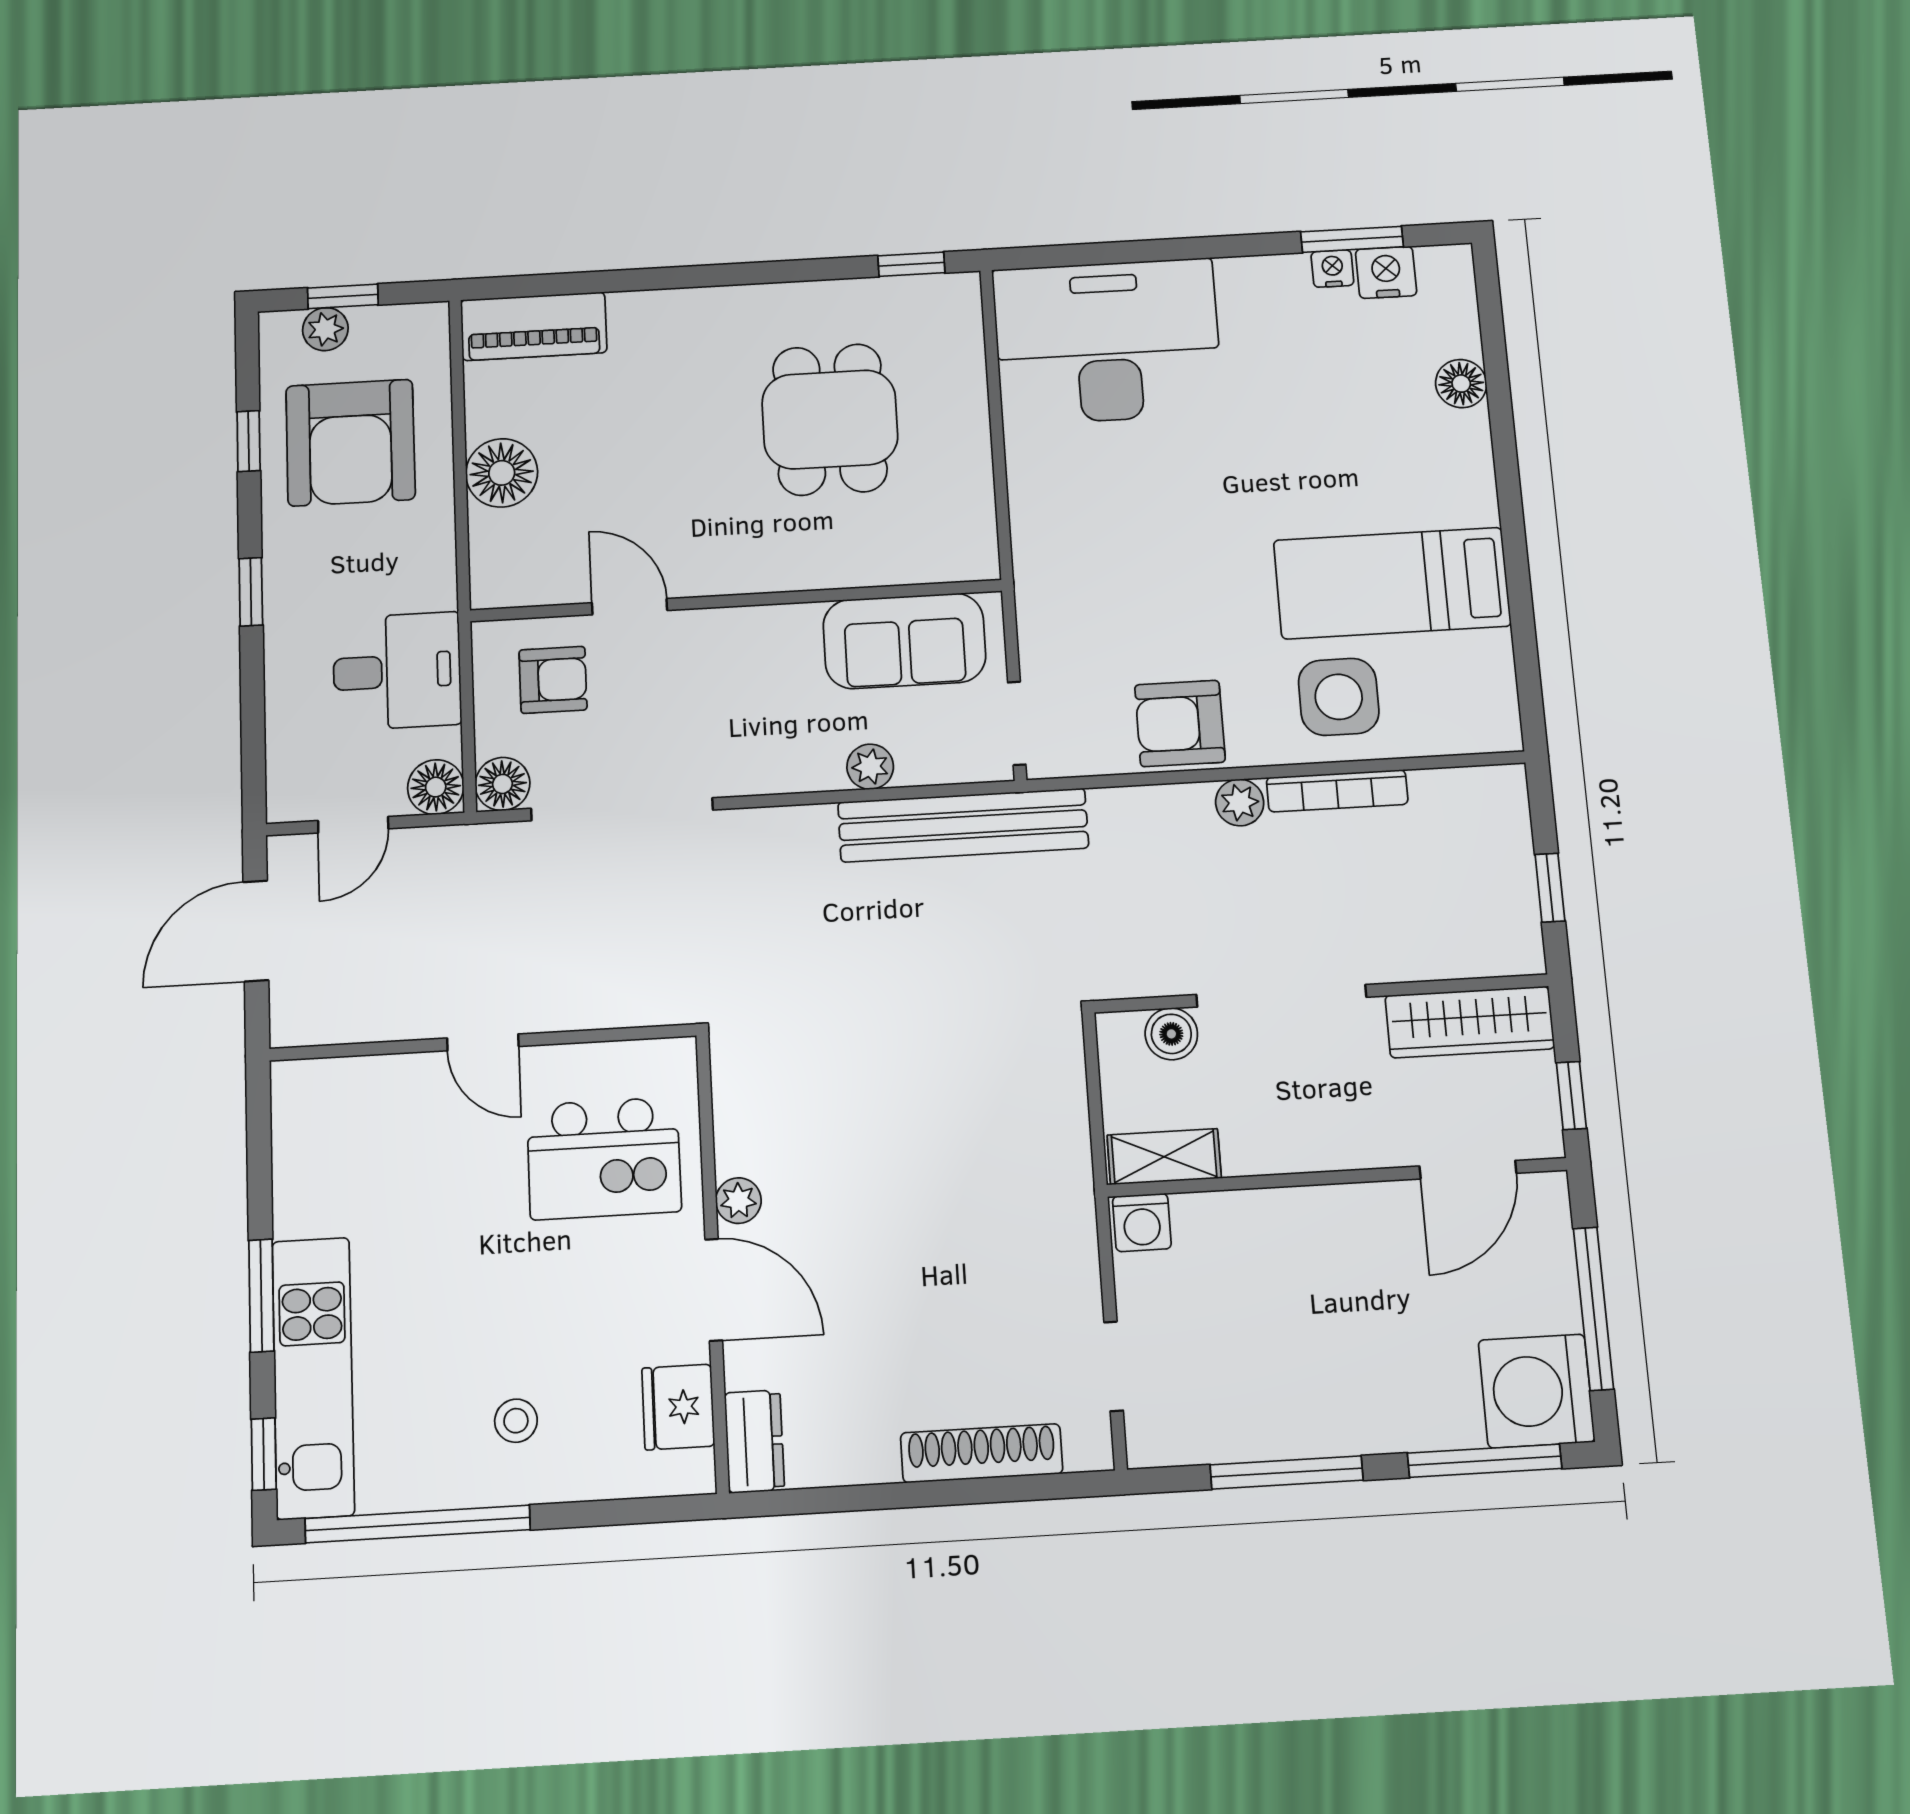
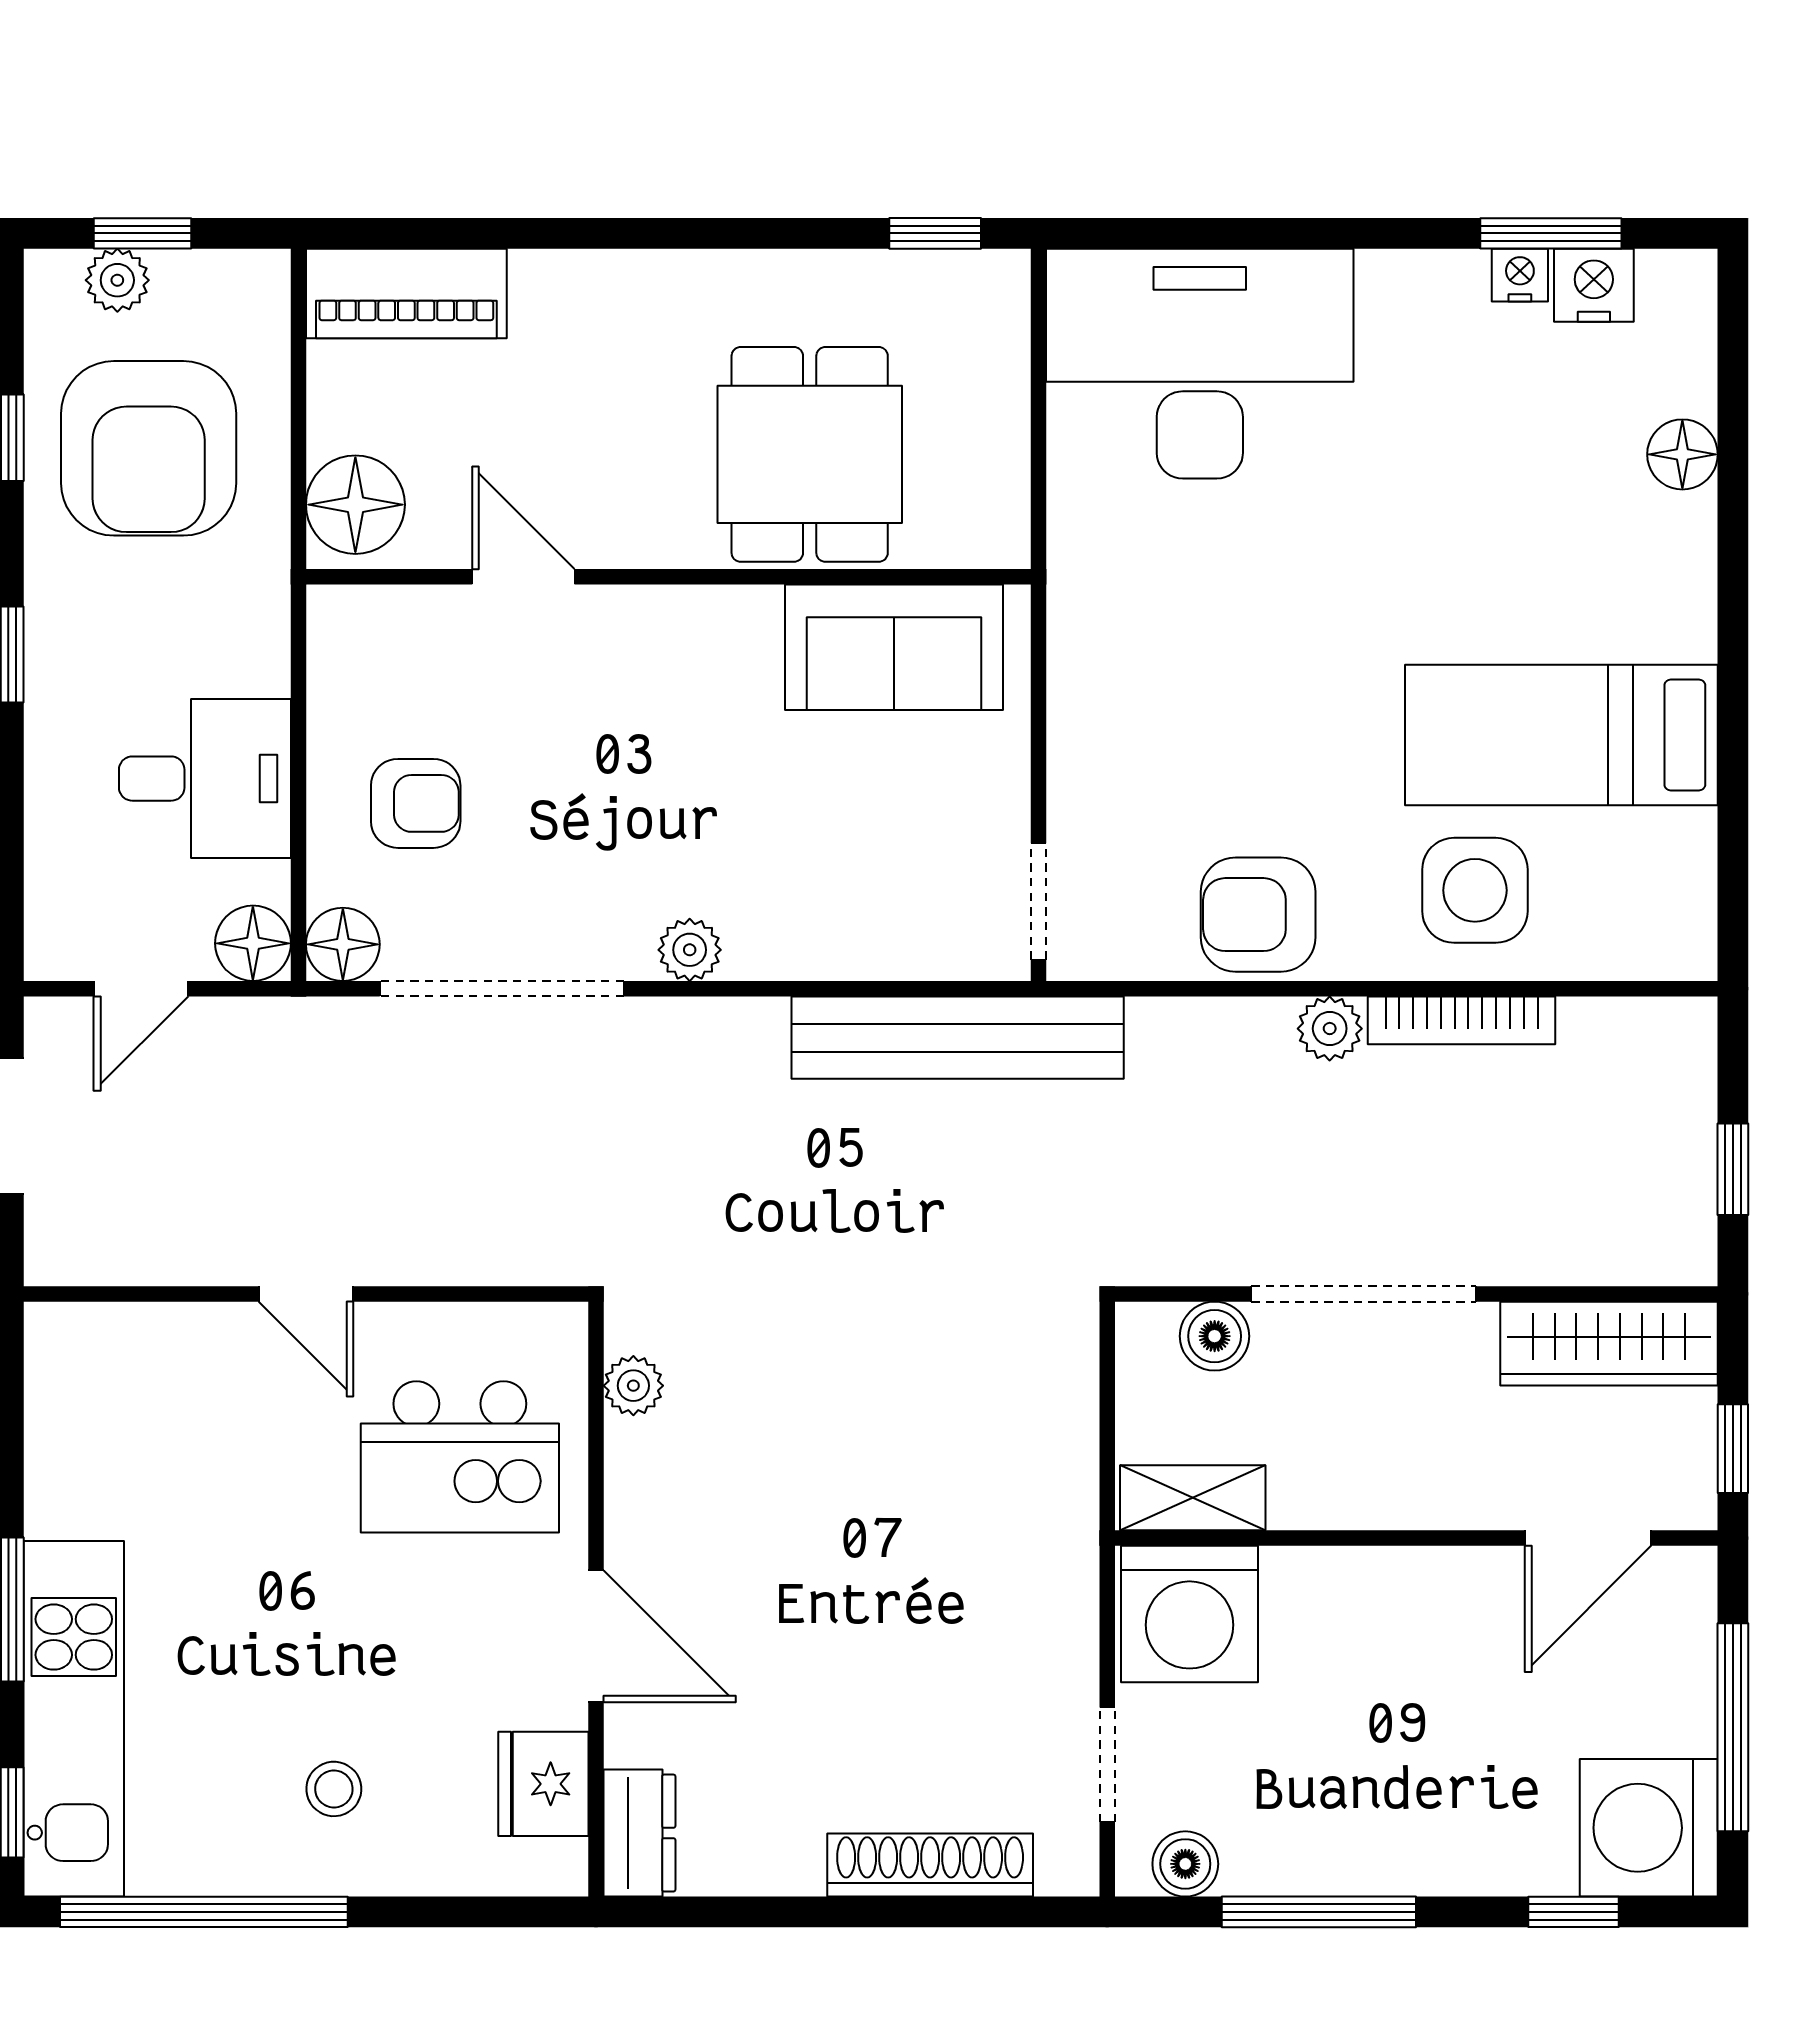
wall: (736, 601) -> (668, 577), moved
door: (630, 607) -> (523, 577), moved
sofa: (904, 641) -> (894, 647), moved
plant: (870, 767) -> (690, 950), moved
plant: (738, 1201) -> (633, 1386), moved
washing machine: (1142, 1222) -> (1189, 1614), width x1.89, depth x1.89
boiler: (1180, 1441) -> (1185, 1864), added
window: (1485, 1461) -> (1574, 1912), width x0.46

